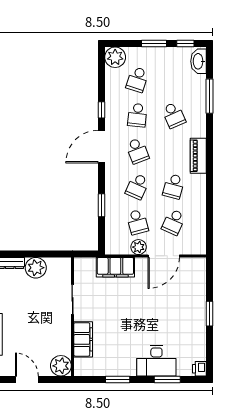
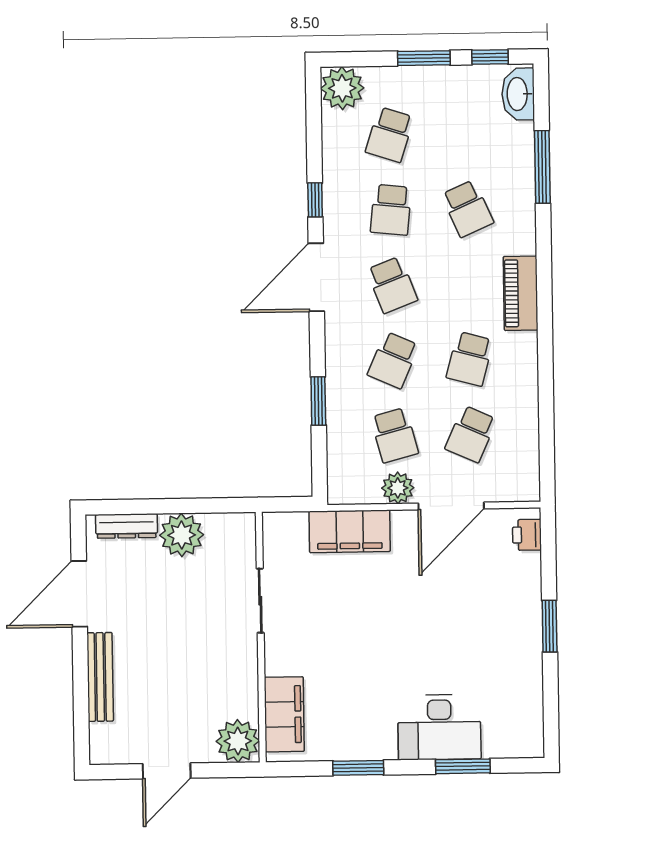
filing cabinet: (83, 339) -> (284, 714), moved
printer: (199, 369) -> (527, 535), moved
door: (27, 379) -> (167, 771), swing flipped

